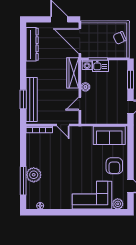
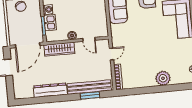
dresser: (32, 44) -> (50, 90), moved
washing machine: (87, 65) -> (48, 10), moved
window: (23, 181) -> (170, 88), removed

